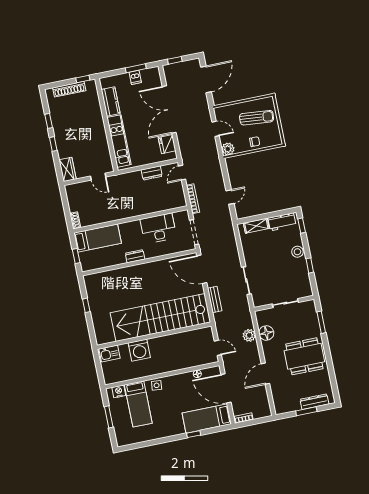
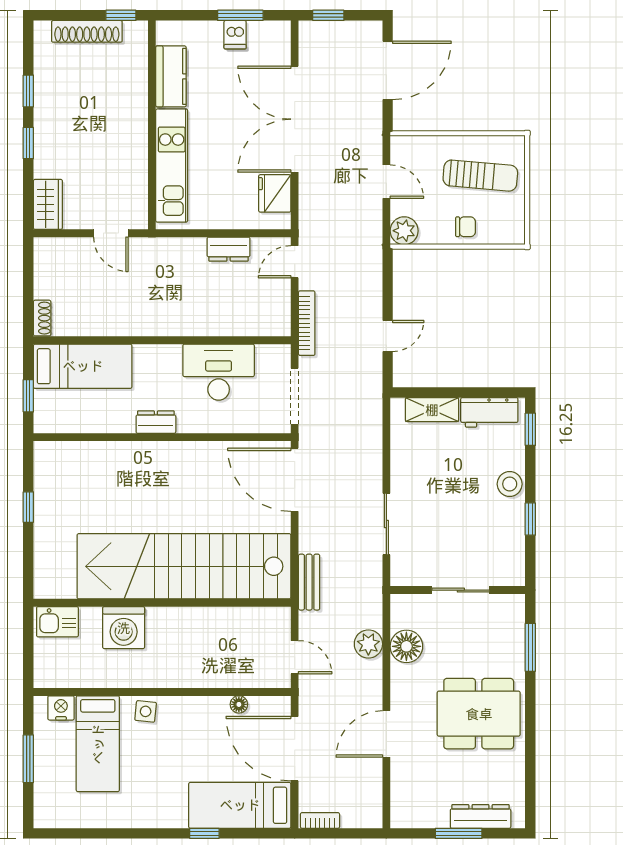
bench: (215, 300) -> (309, 582), moved

